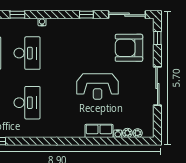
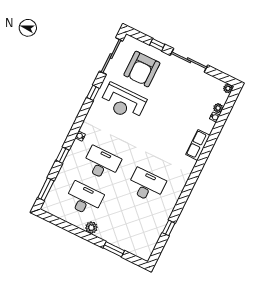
window: (157, 38) -> (157, 45), moved
reception desk: (98, 86) -> (123, 102), moved, turned 90
row of seats: (99, 131) -> (198, 145), moved
plant: (138, 133) -> (228, 88), moved

